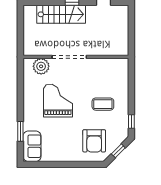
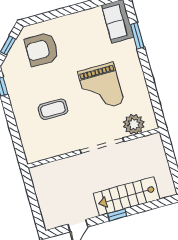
coffee table: (103, 104) -> (53, 109), moved
armchair: (94, 141) -> (42, 49), turned -90

